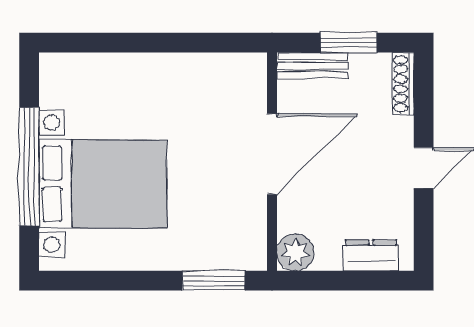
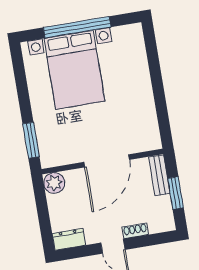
shoe rack: (403, 84) -> (135, 231), moved, width x0.70
door: (272, 154) -> (107, 161), hinge flipped
dresser: (371, 255) -> (69, 239), moved, turned -90

